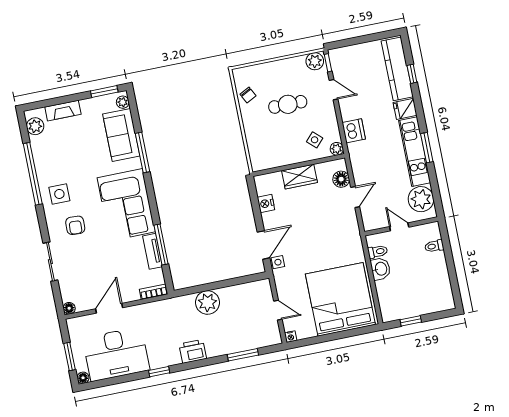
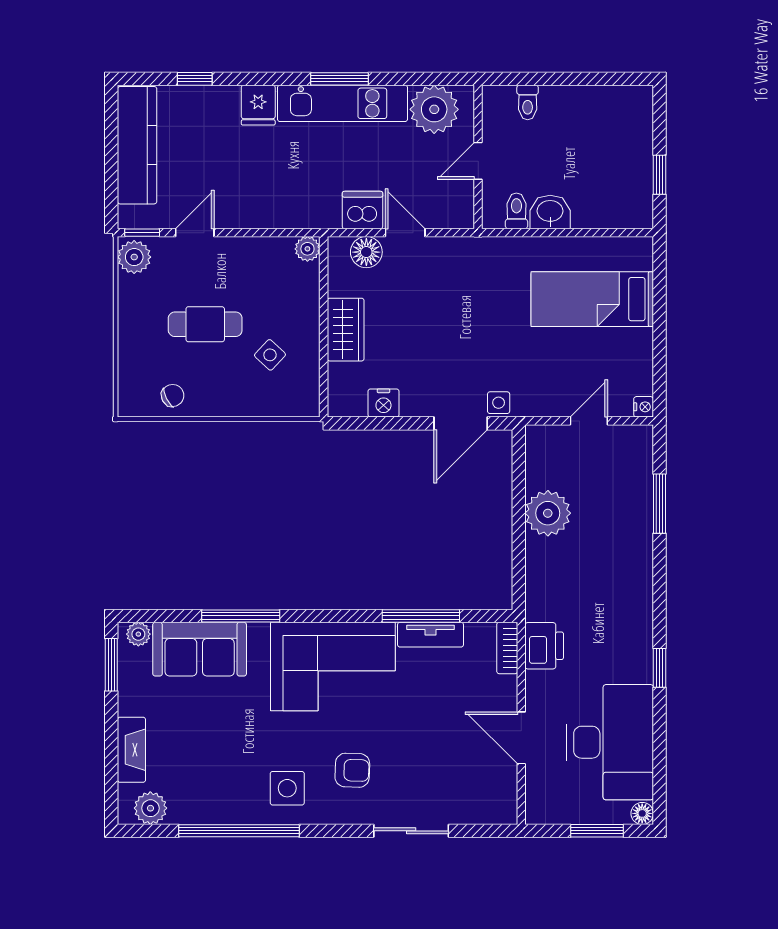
kitchen counter: (397, 69) -> (137, 145), moved, turned -90
cafe table: (288, 104) -> (205, 324), turned 90
dishwasher: (354, 131) -> (363, 210), moved
side table: (315, 140) -> (270, 355), moved
door: (263, 245) -> (461, 423), swing flipped
bed: (340, 299) -> (592, 299), width x0.49
plant: (207, 303) -> (548, 513), moved
floor lamp: (69, 308) -> (506, 813), removed
printer: (193, 351) -> (544, 646), moved, turned 180

